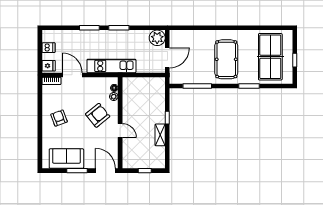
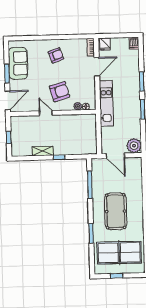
dishwasher: (48, 48) -> (134, 43), moved
pool table: (226, 59) -> (116, 211), turned 90
armchair: (98, 115) -> (60, 92), turned -67
door: (120, 131) -> (46, 113), swing flipped

